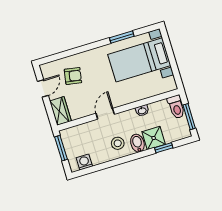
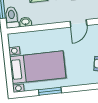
washbasin: (142, 111) -> (25, 22), moved

